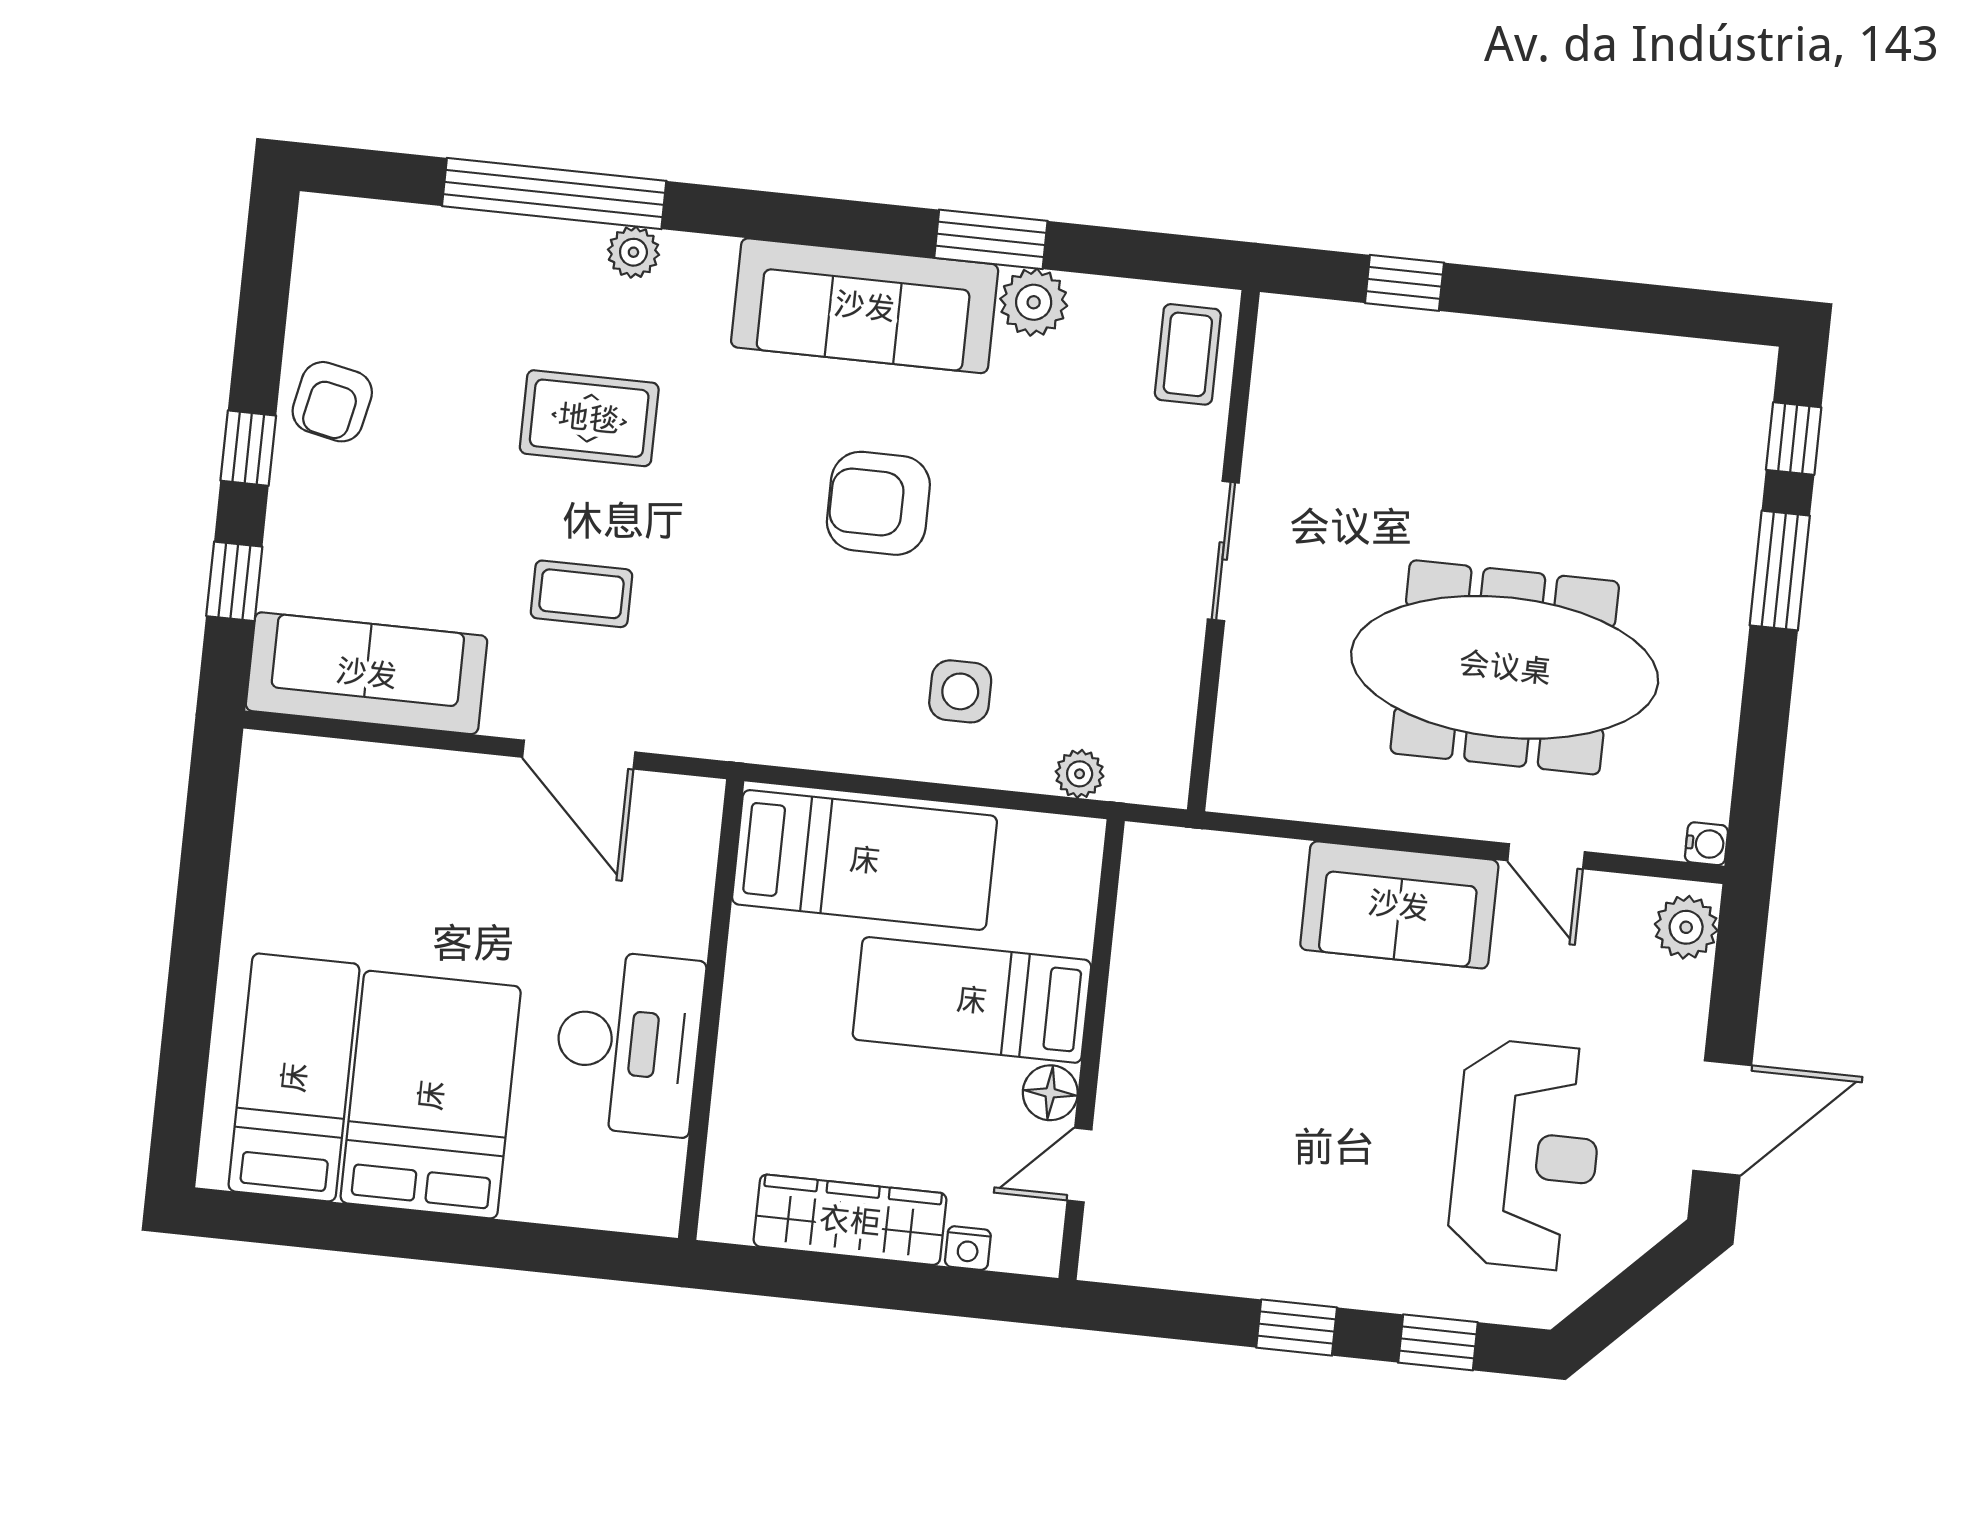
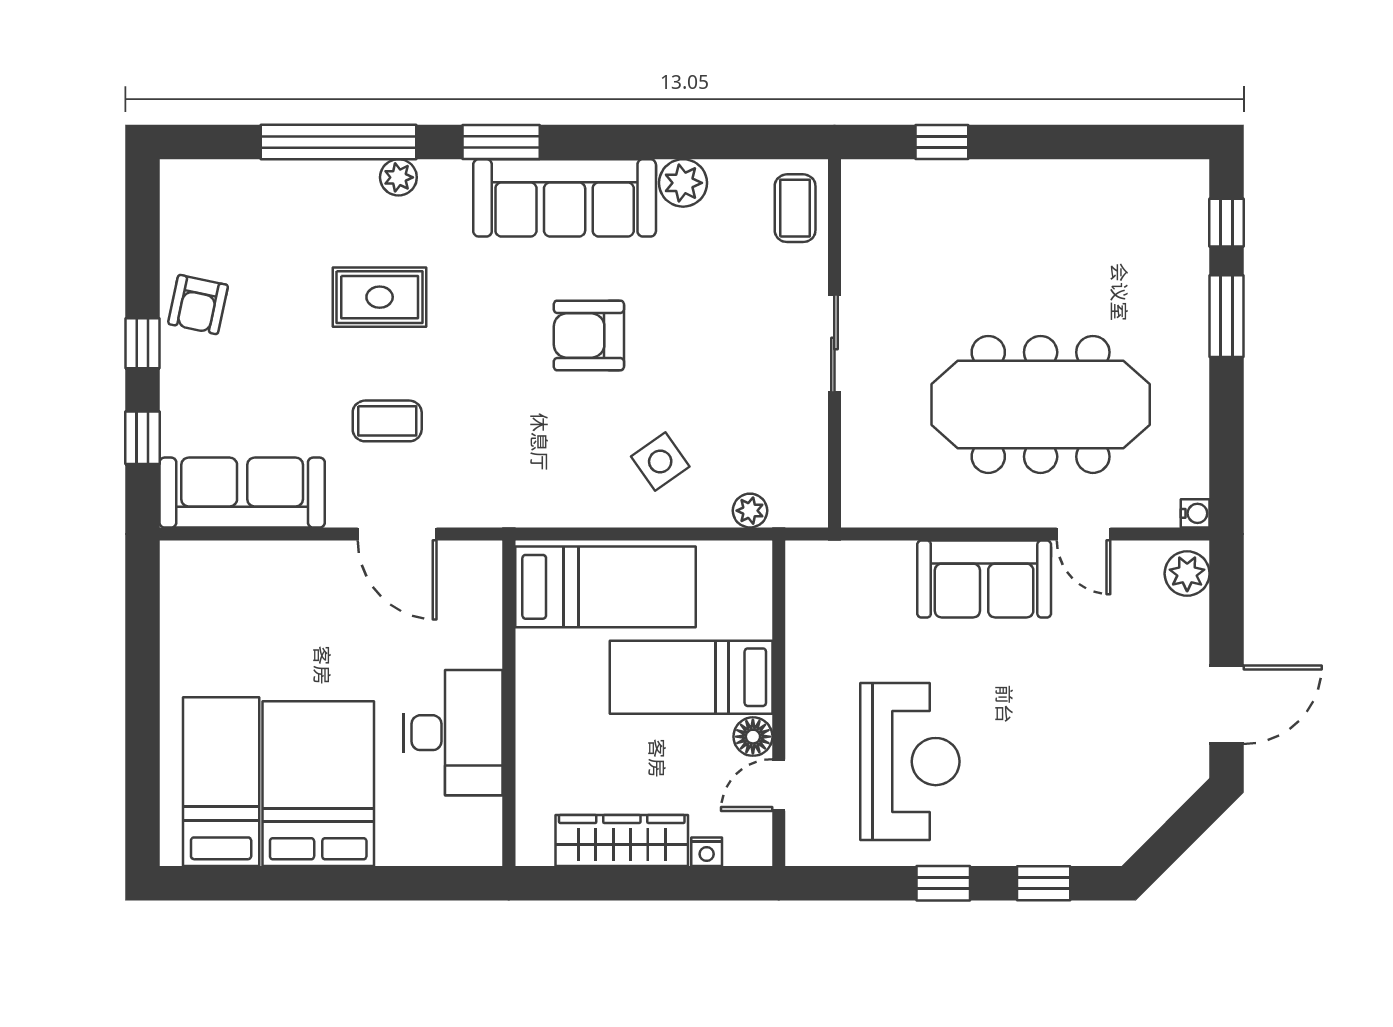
window: (991, 239) -> (501, 142), moved
side table: (960, 691) -> (660, 462), turned -35
reception desk: (1526, 1155) -> (910, 762), moved

